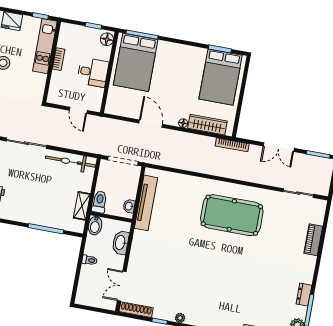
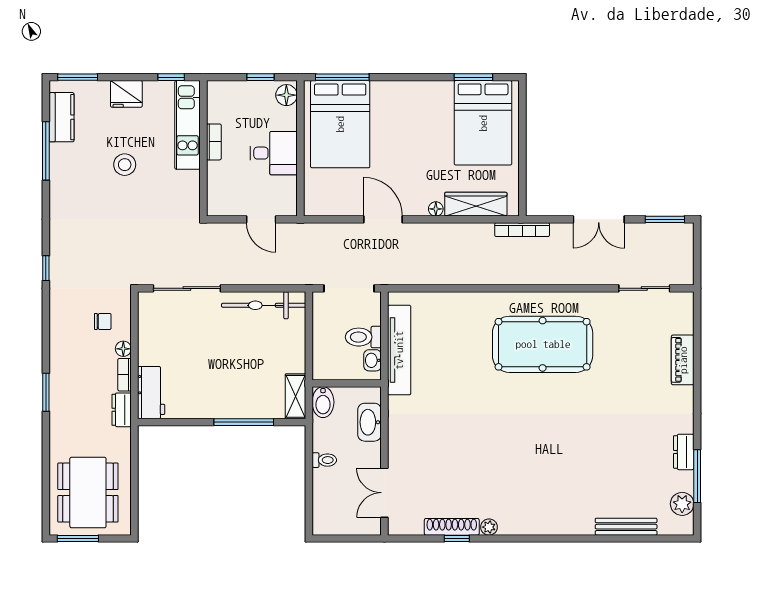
toilet: (99, 202) -> (363, 337), moved, turned -90
shelving: (82, 206) -> (296, 396), moved
shoe rack: (136, 310) -> (452, 527), moved

